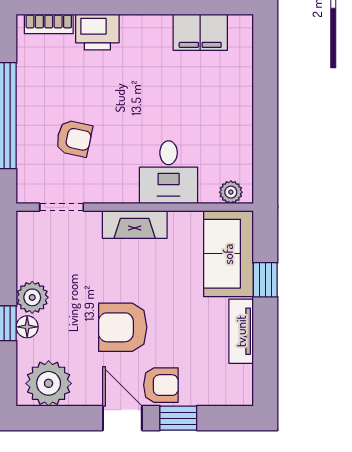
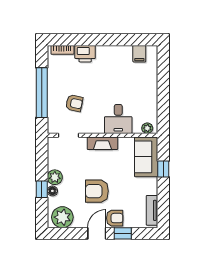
filing cabinet: (200, 32) -> (139, 54), width x0.50
tv unit: (241, 331) -> (152, 210), moved
door: (122, 418) -> (97, 233), hinge flipped

